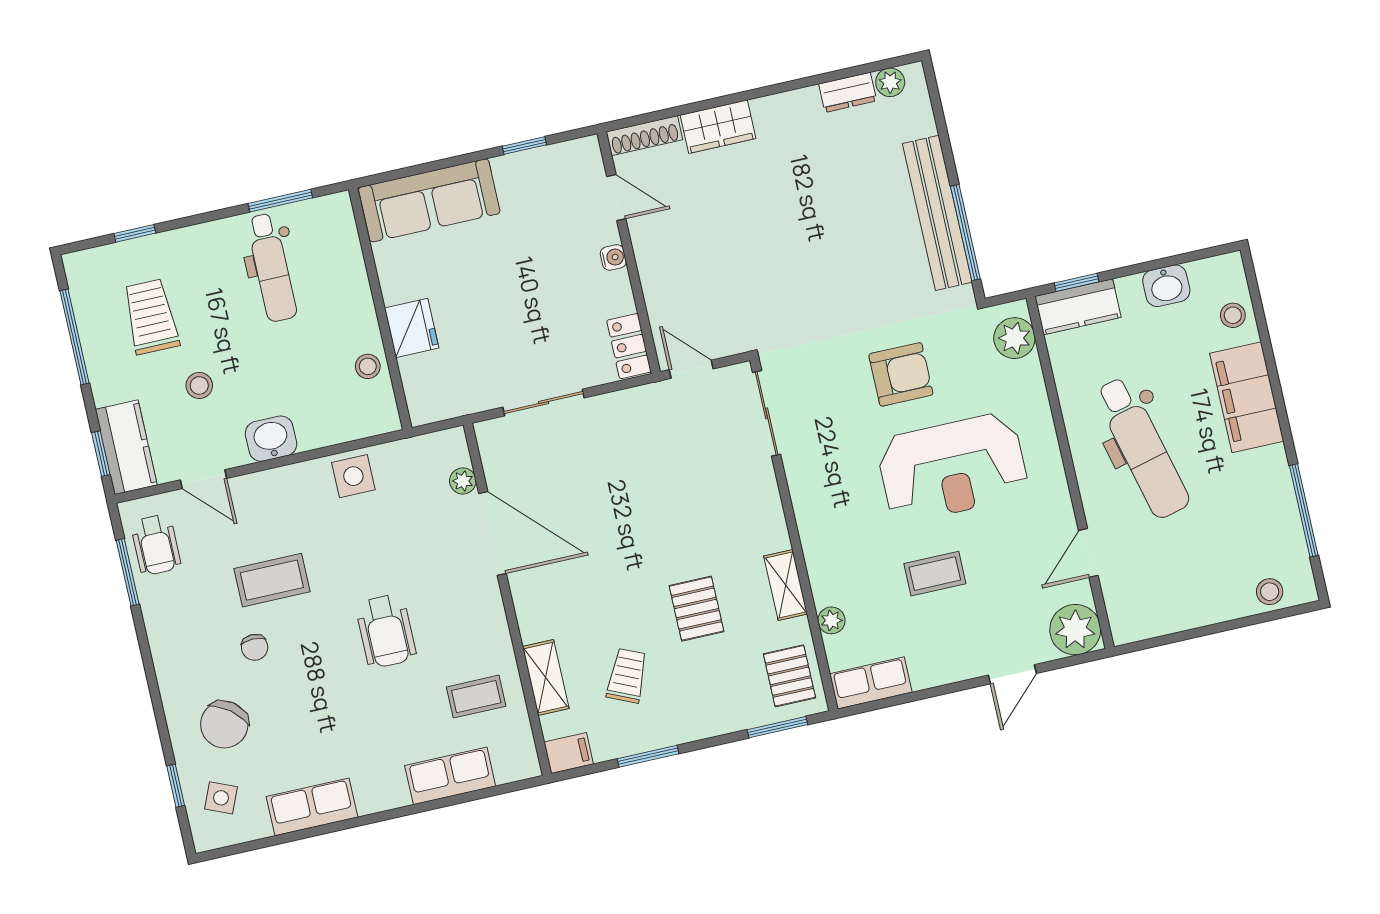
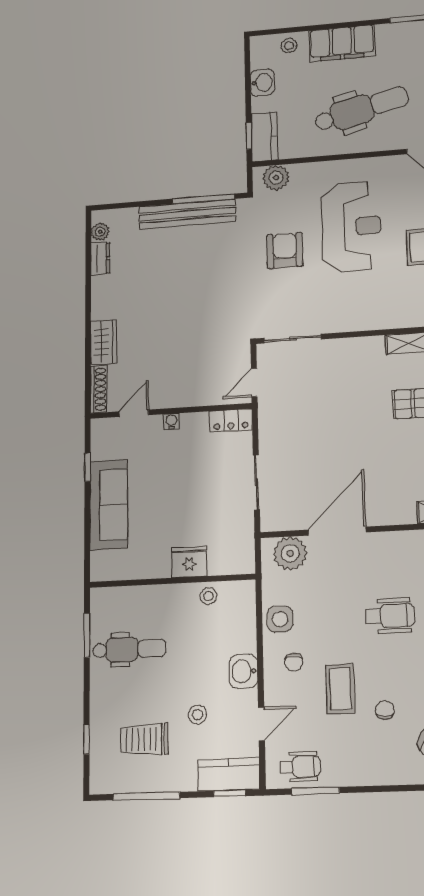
sofa: (429, 200) -> (109, 505), moved
plant: (463, 481) -> (290, 553), width x1.88, depth x1.88
chair: (297, 508) -> (294, 662), added
chair: (255, 647) -> (385, 710), turned -87

